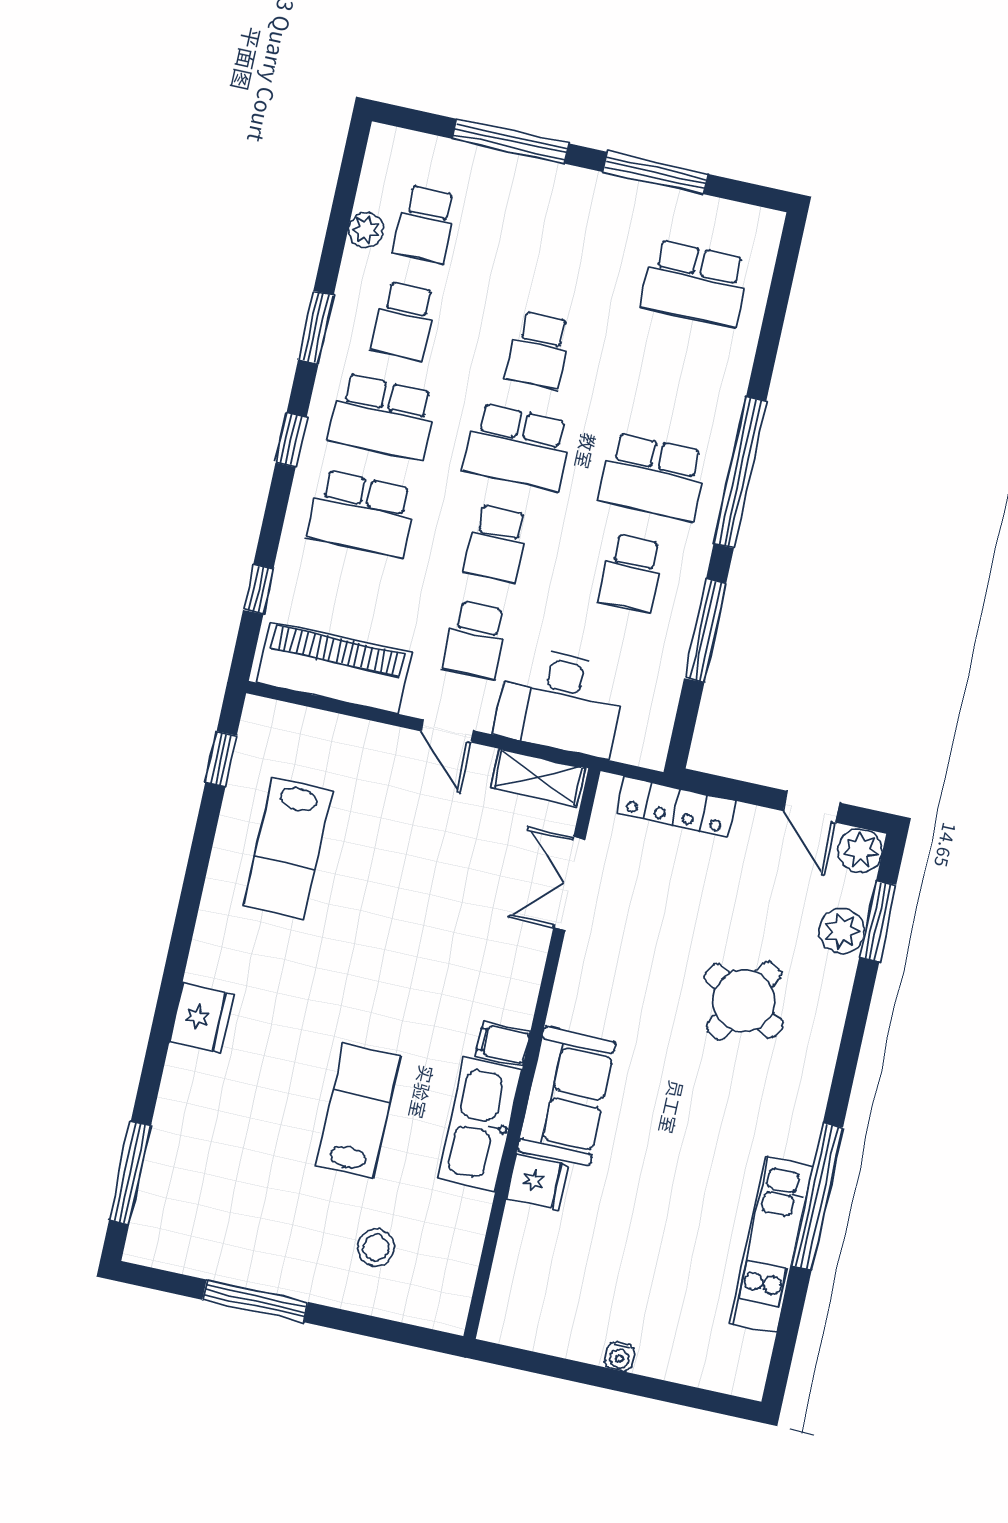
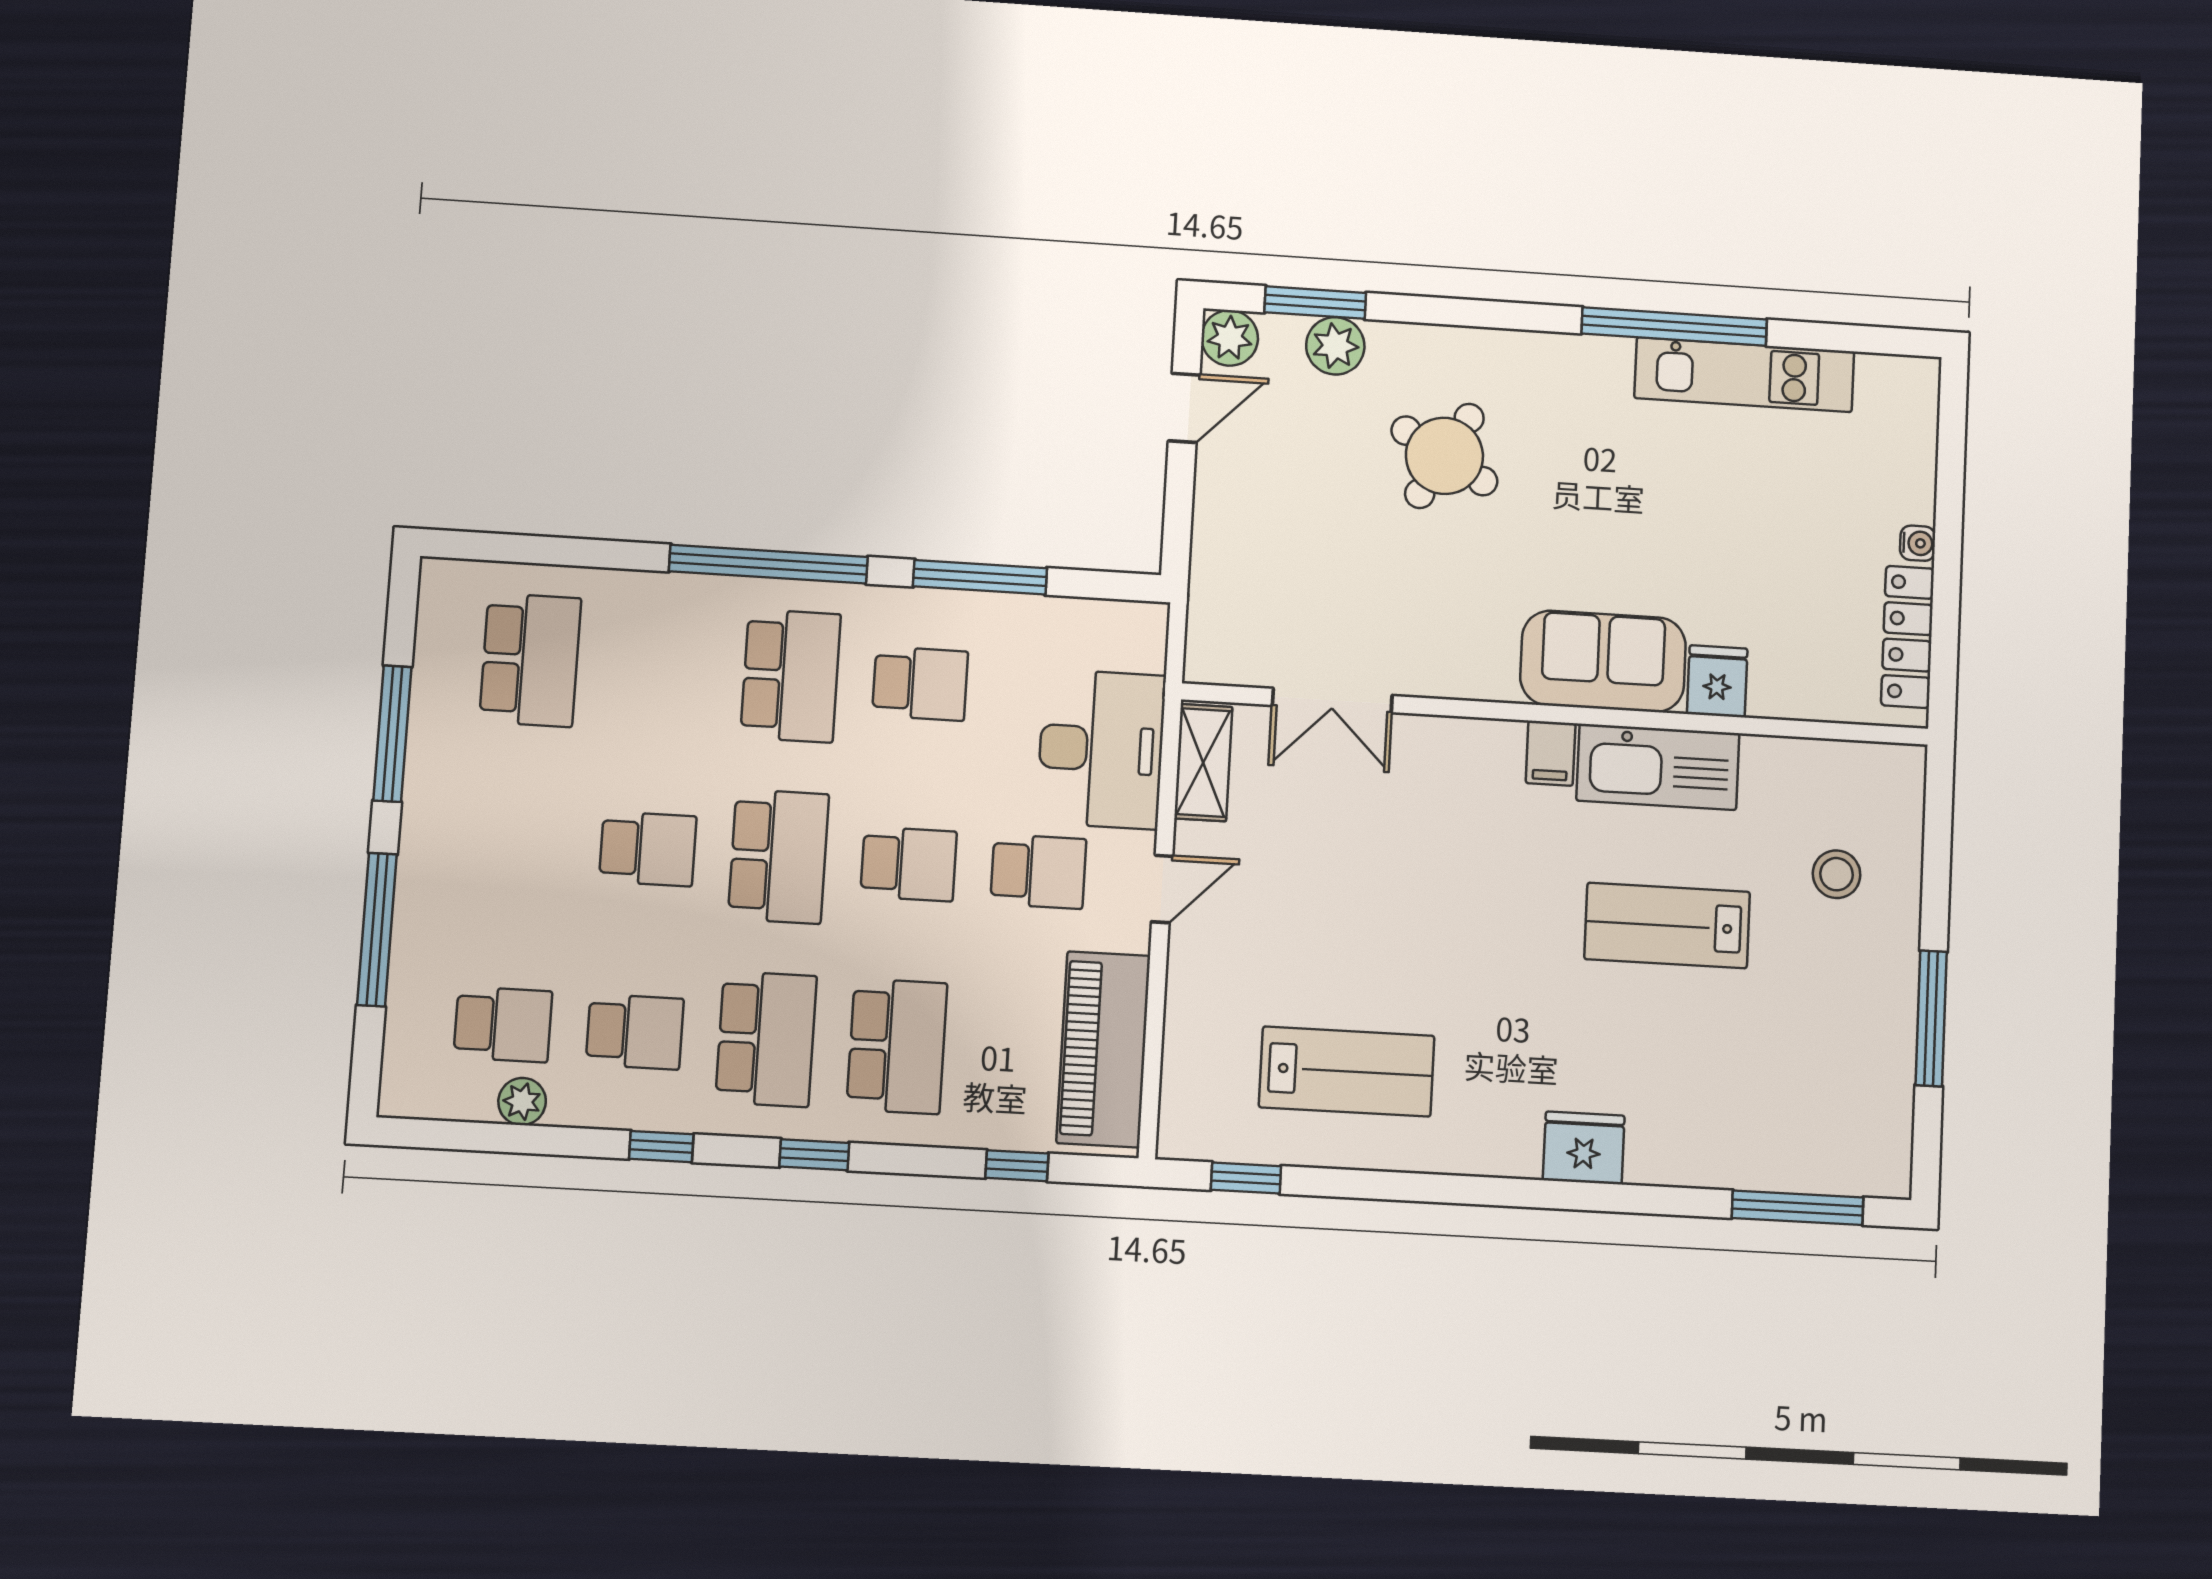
window: (316, 328) -> (661, 1147), width x0.67
locker: (676, 807) -> (1908, 637), moved, turned 180

